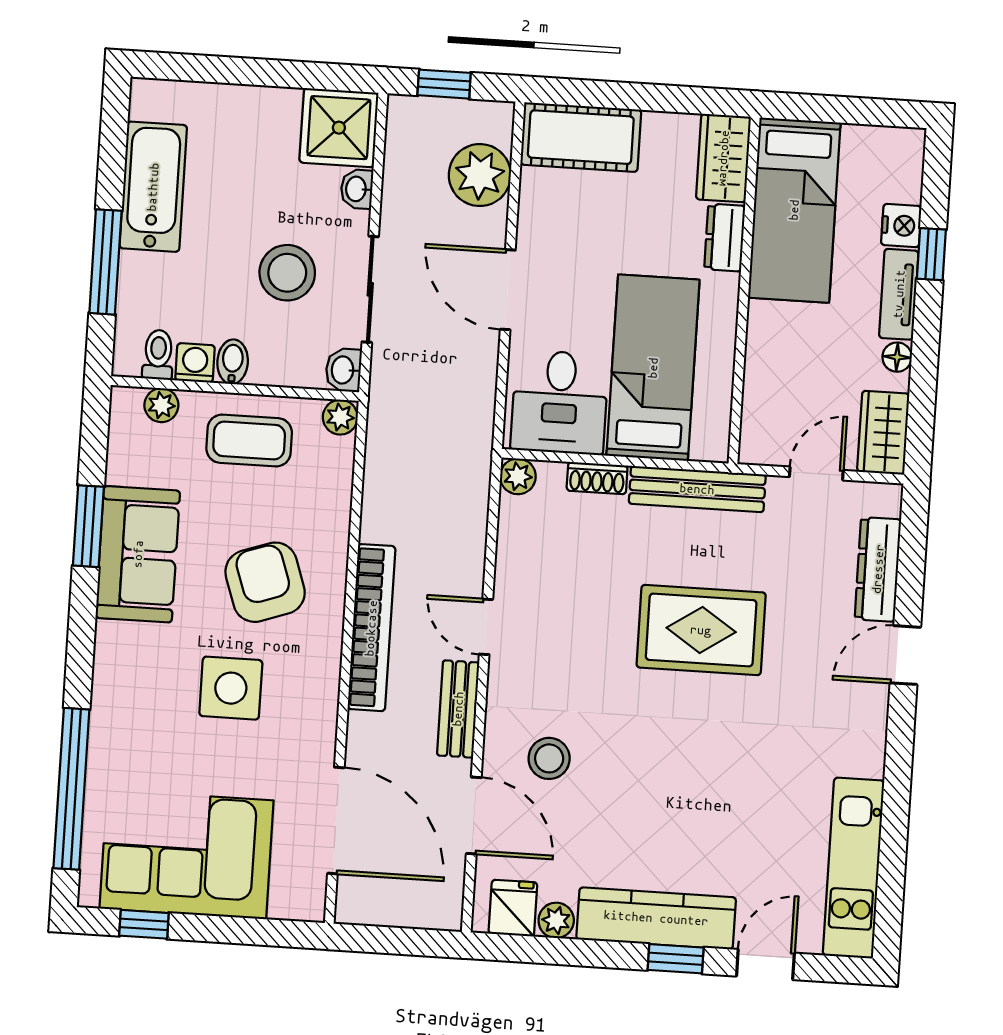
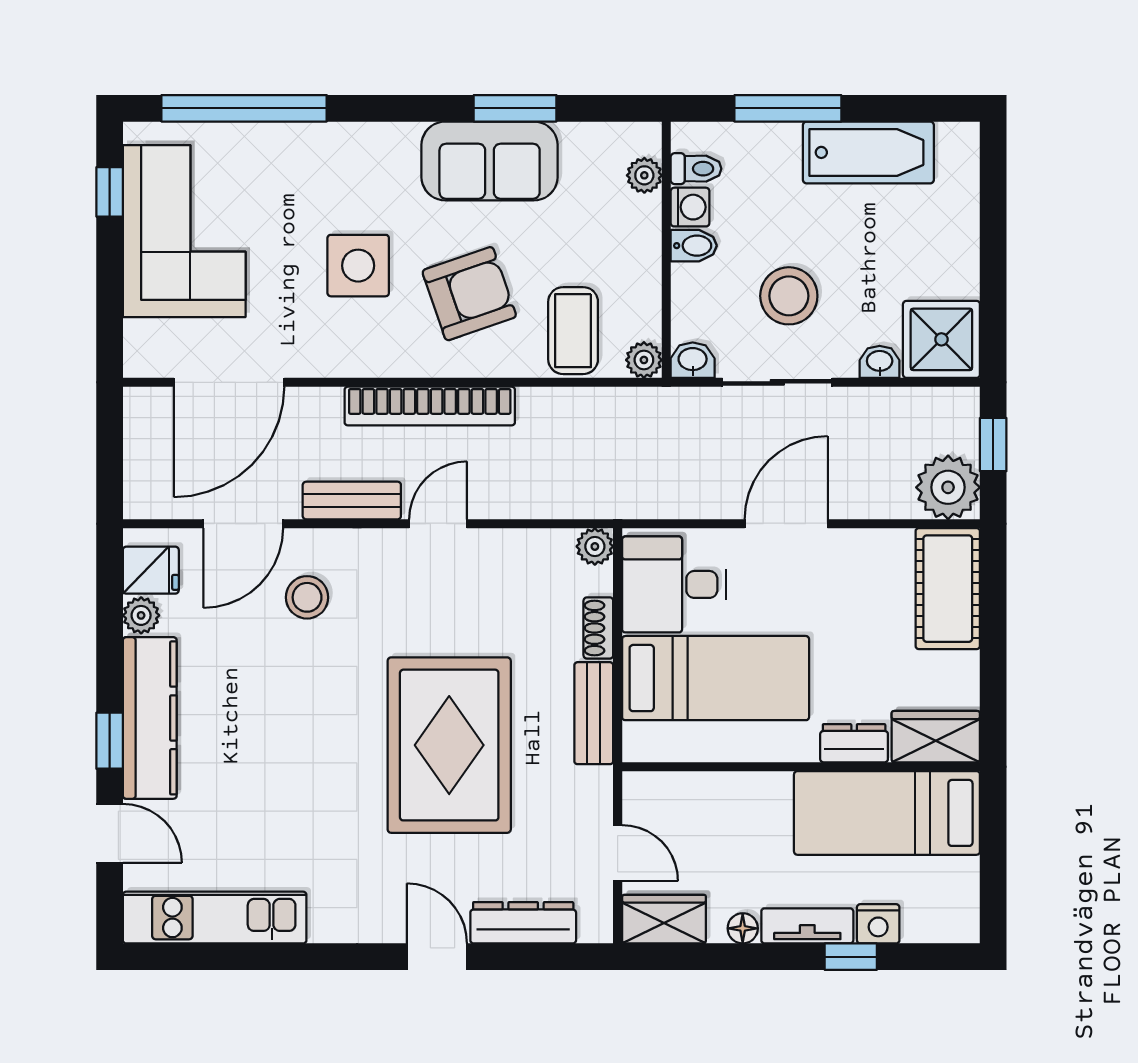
plant: (480, 175) -> (948, 487), moved
coffee table: (249, 440) -> (573, 331), moved
bench: (697, 489) -> (594, 713), width x0.73
rug: (701, 630) -> (449, 745), width x1.37, depth x1.44

